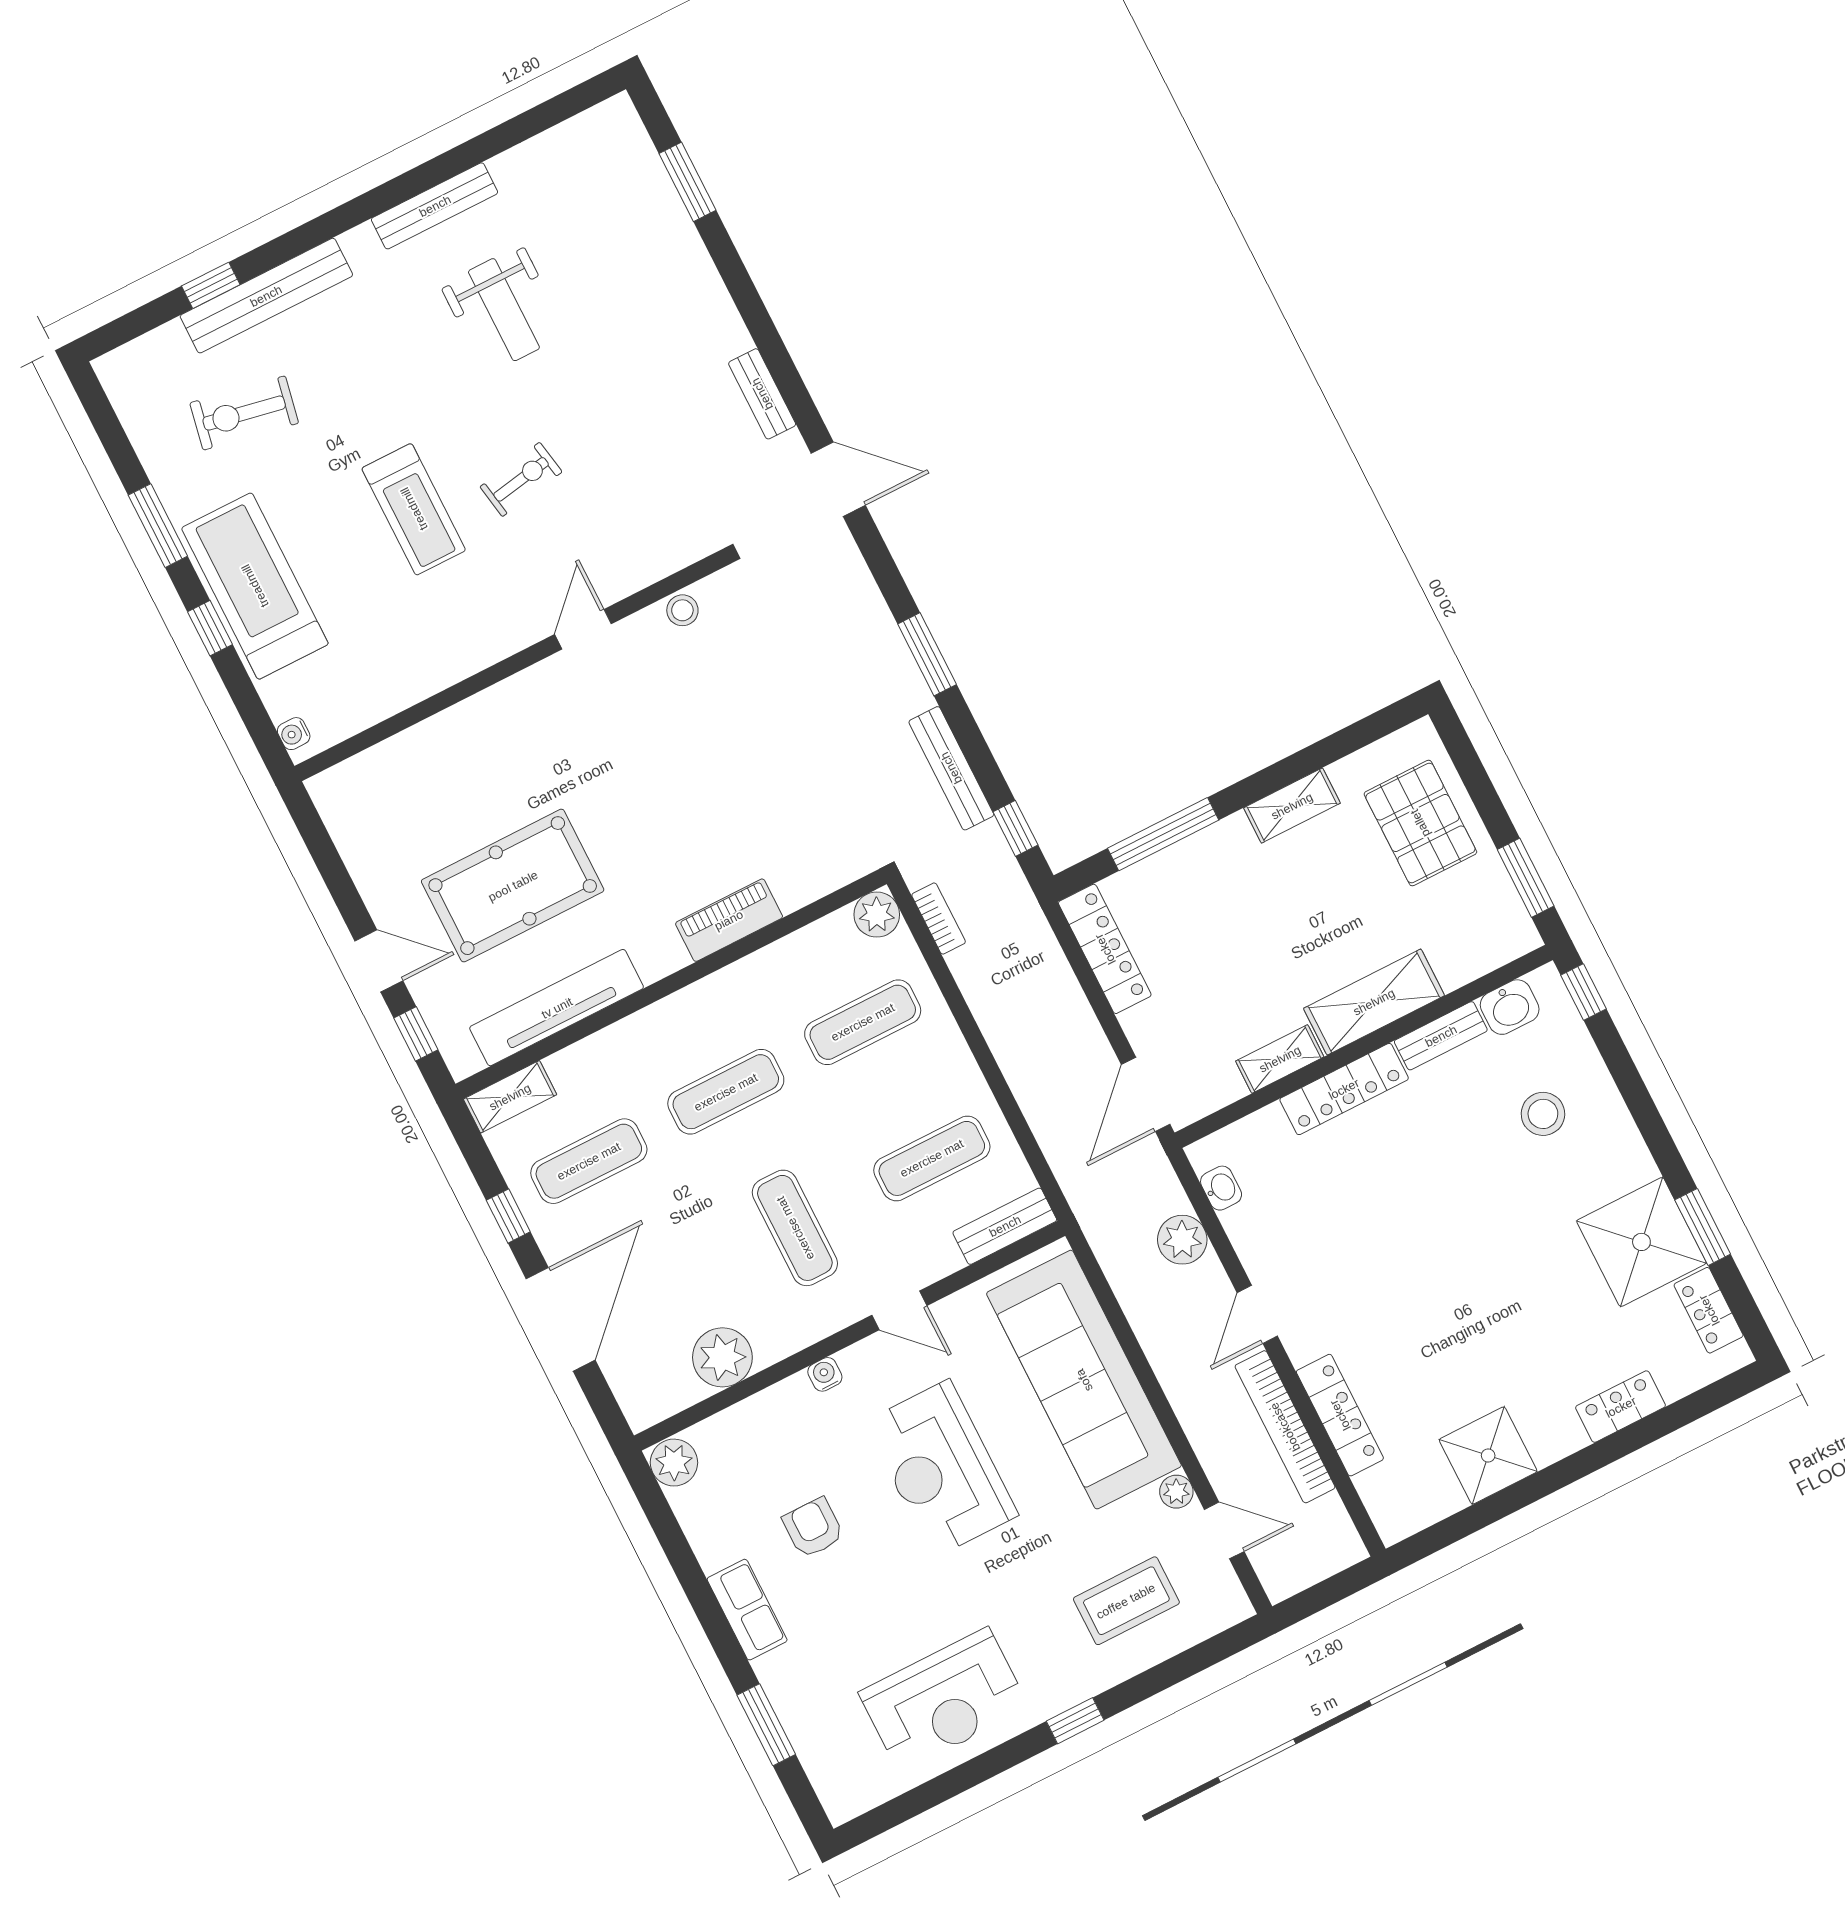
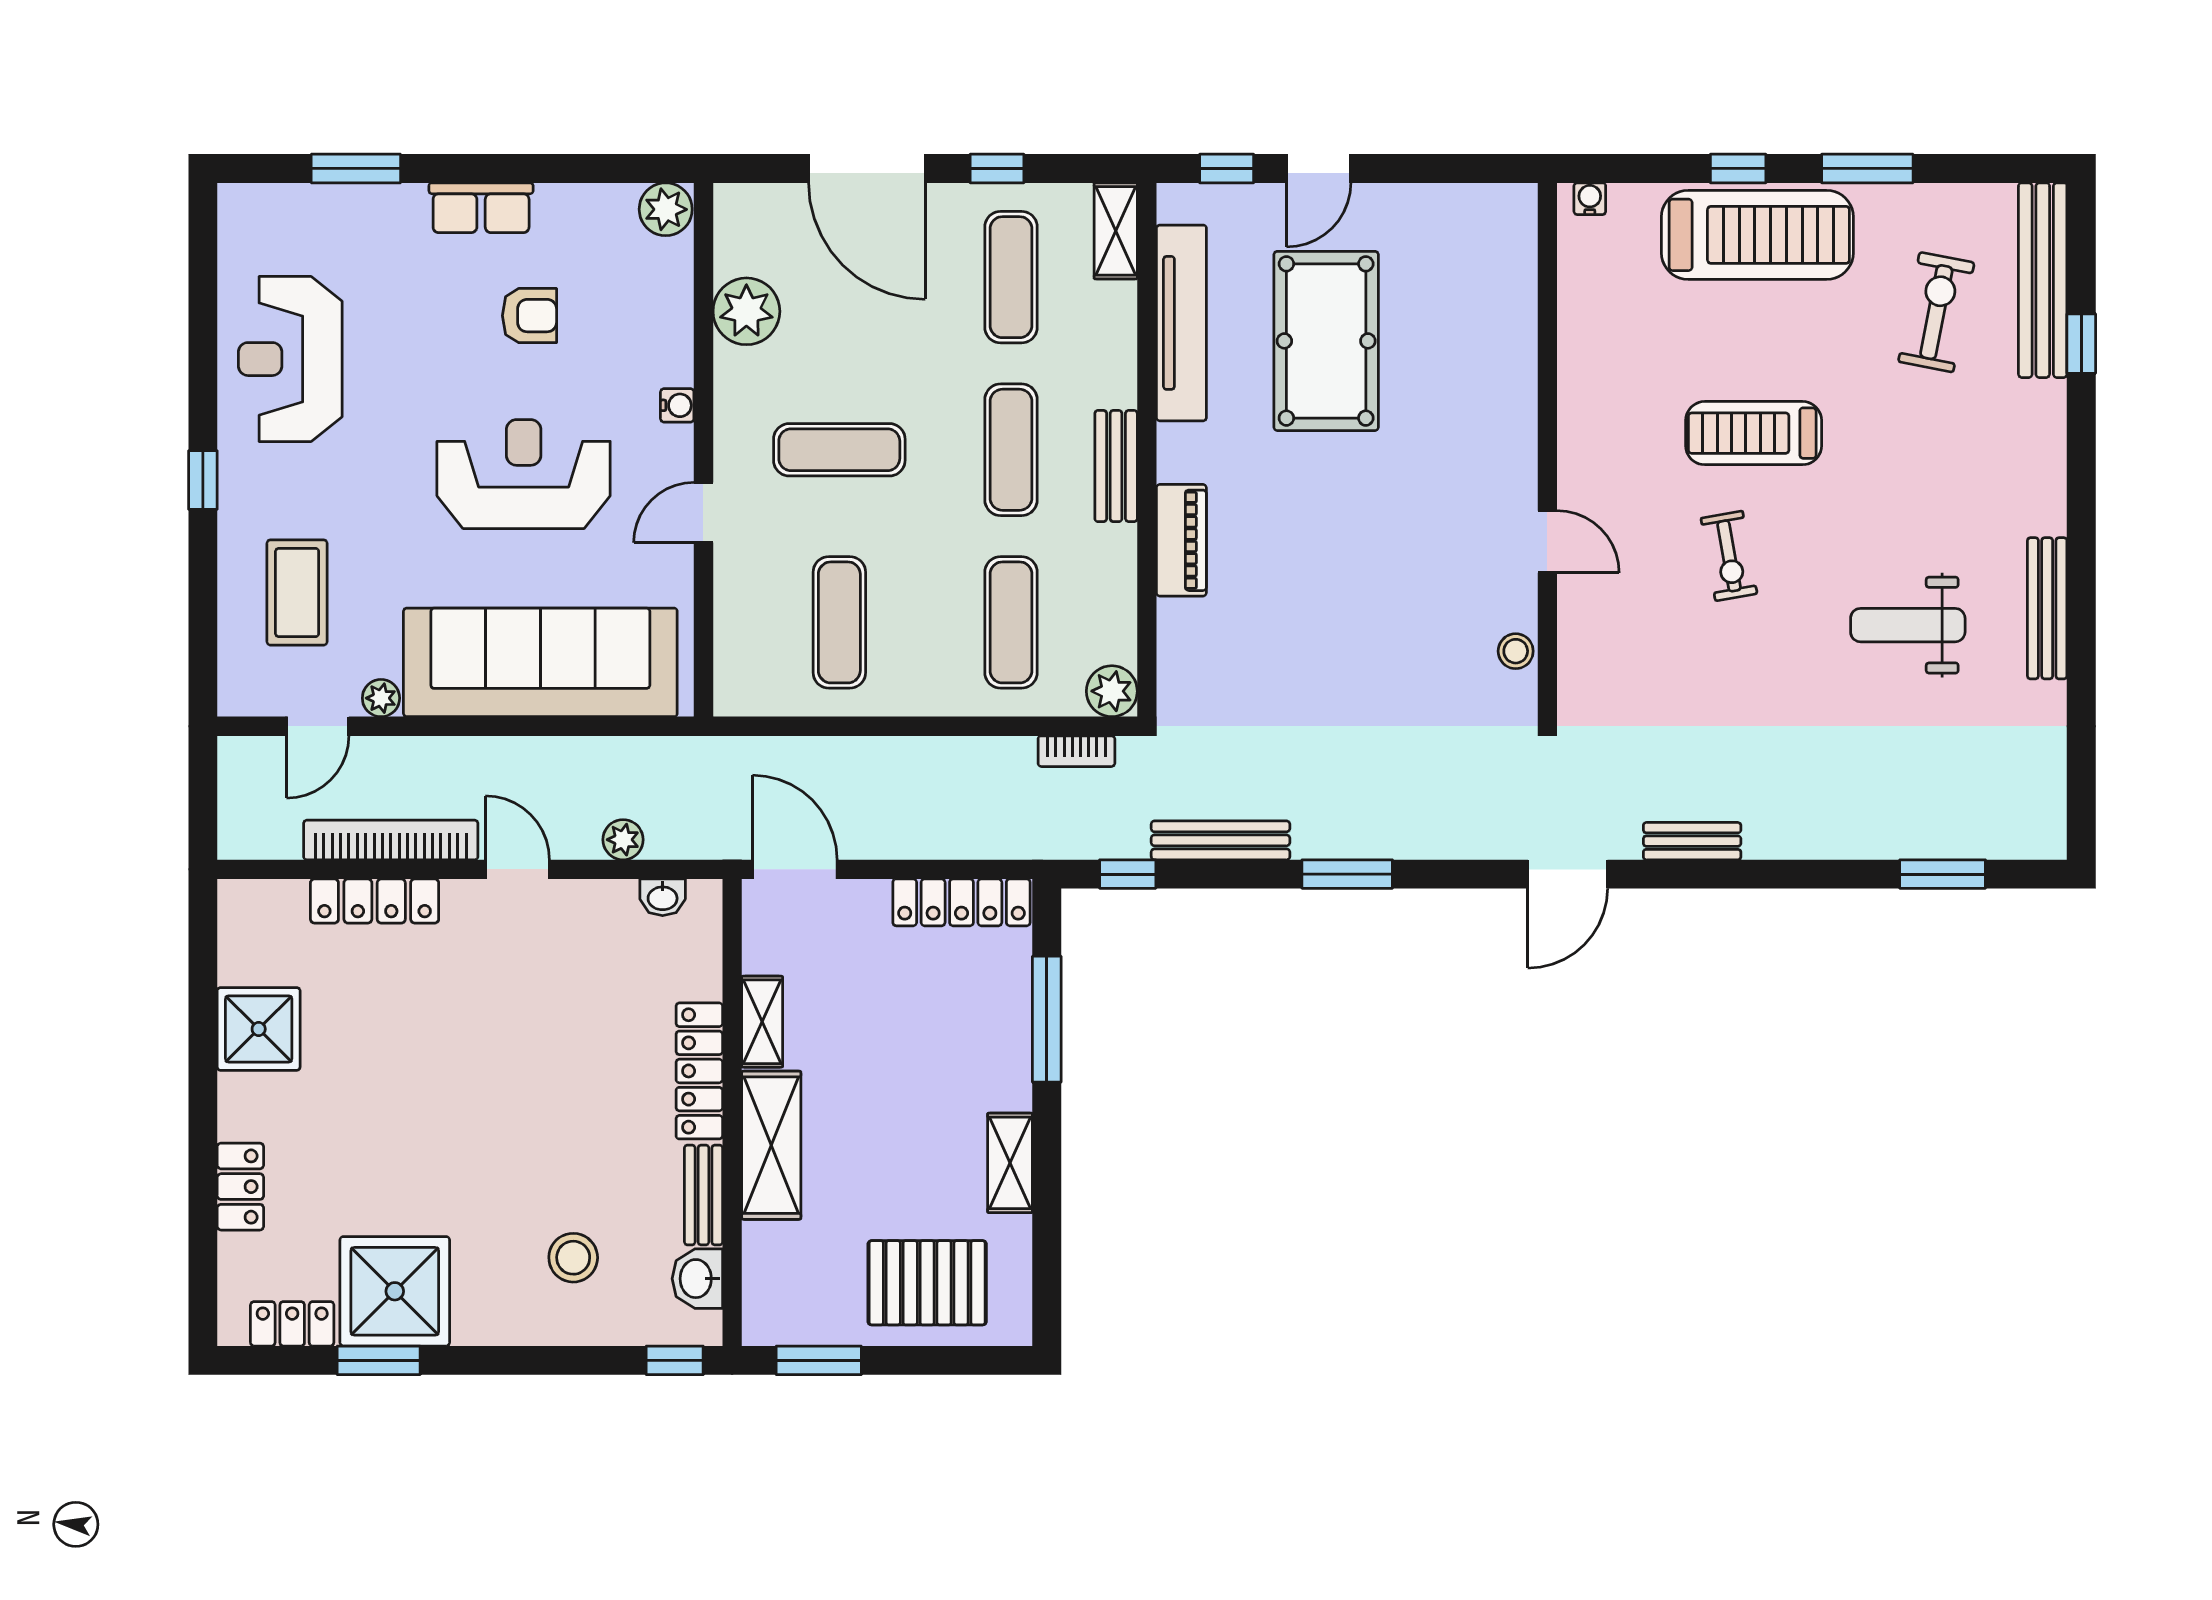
bench: (266, 296) -> (2043, 280), moved
bench: (1005, 1226) -> (1116, 466), moved
plant: (1182, 1240) -> (623, 840), width x0.73, depth x0.73

